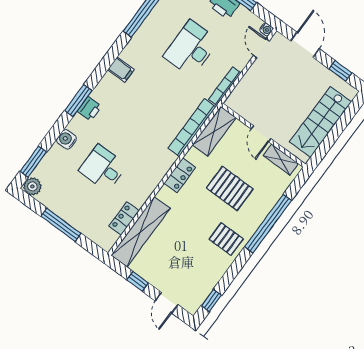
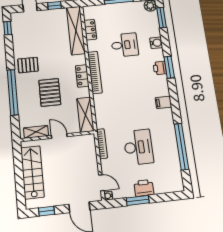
bookcase: (192, 128) -> (95, 72), moved
pallet: (230, 188) -> (50, 92), turned 90

